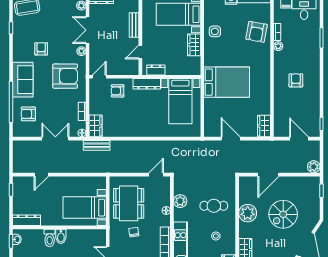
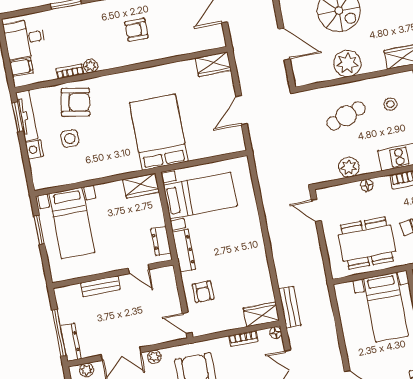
side table: (215, 31) -> (70, 139), moved
wardrobe: (194, 45) -> (141, 186), moved
cafe table: (214, 206) -> (346, 116), turned 70

